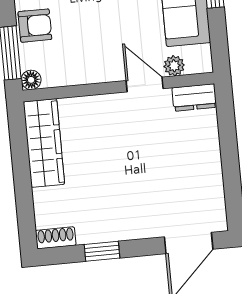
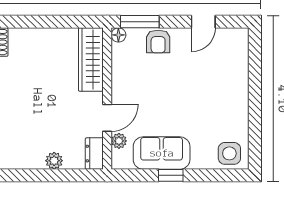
wardrobe: (44, 143) -> (91, 60), moved, turned 90
plant: (209, 151) -> (54, 161), added

